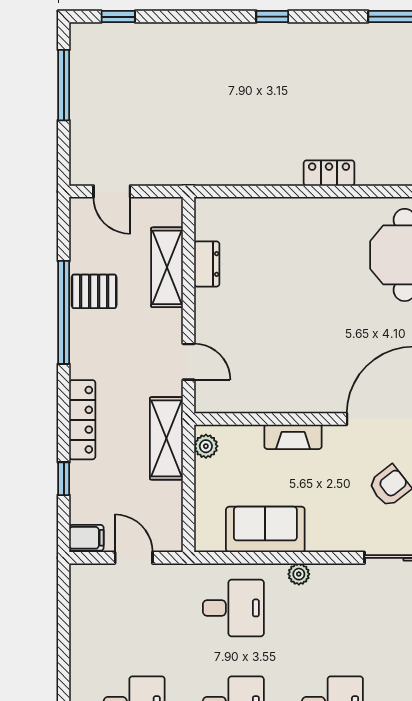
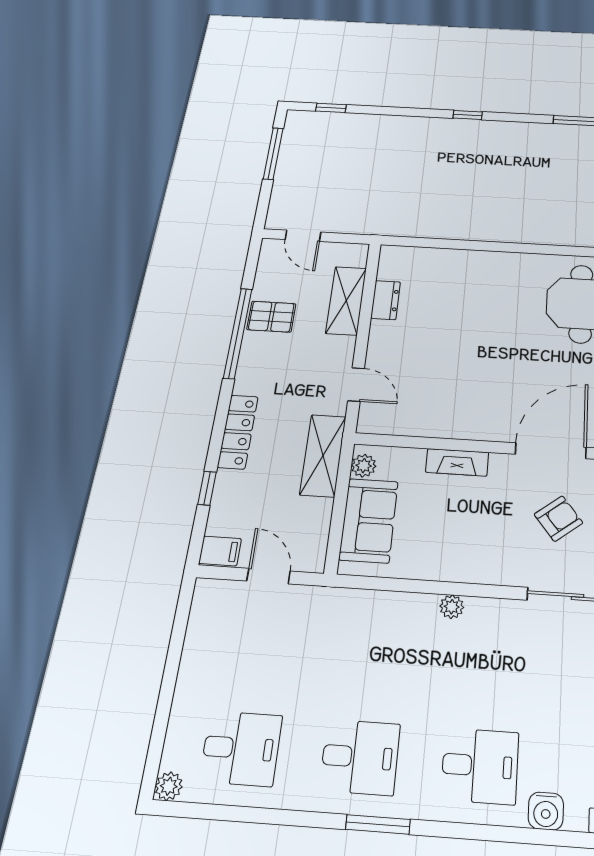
locker: (329, 173) -> (511, 233), removed
sofa: (265, 529) -> (369, 520), moved, turned 90
desk: (233, 608) -> (373, 640), removed

